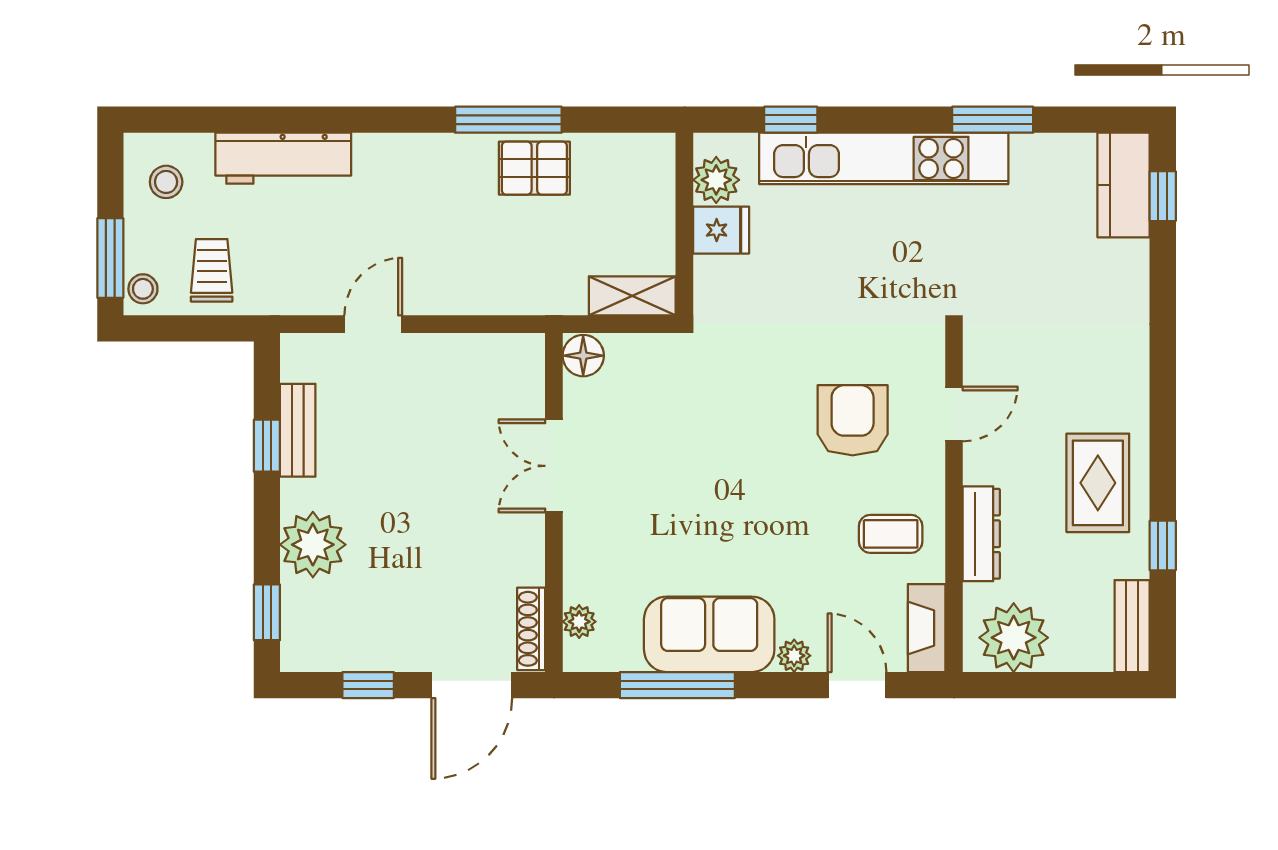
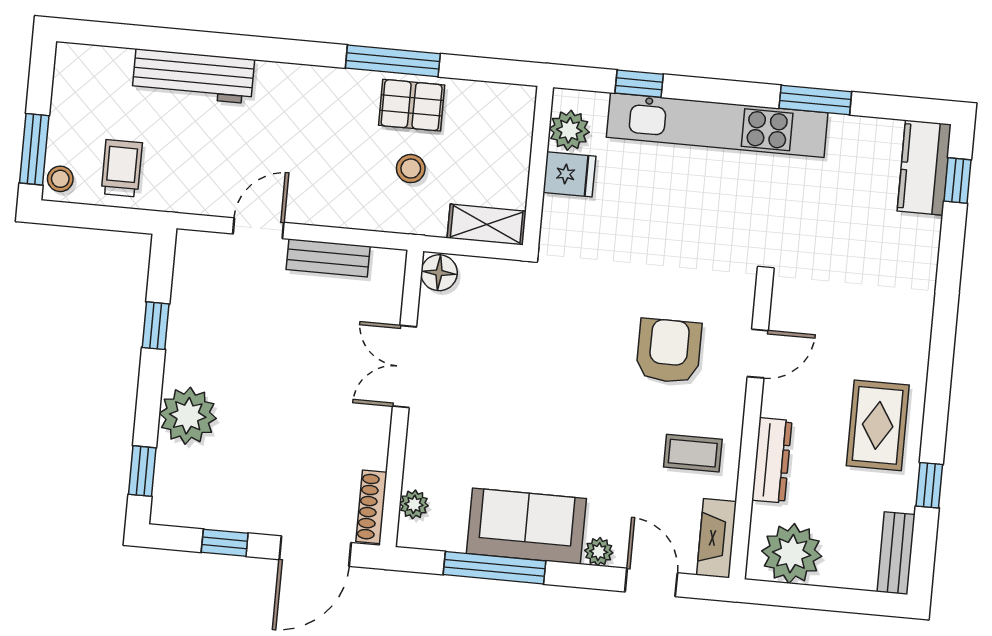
stool: (166, 182) -> (411, 169), moved
bench: (298, 430) -> (328, 258), moved, turned 90

